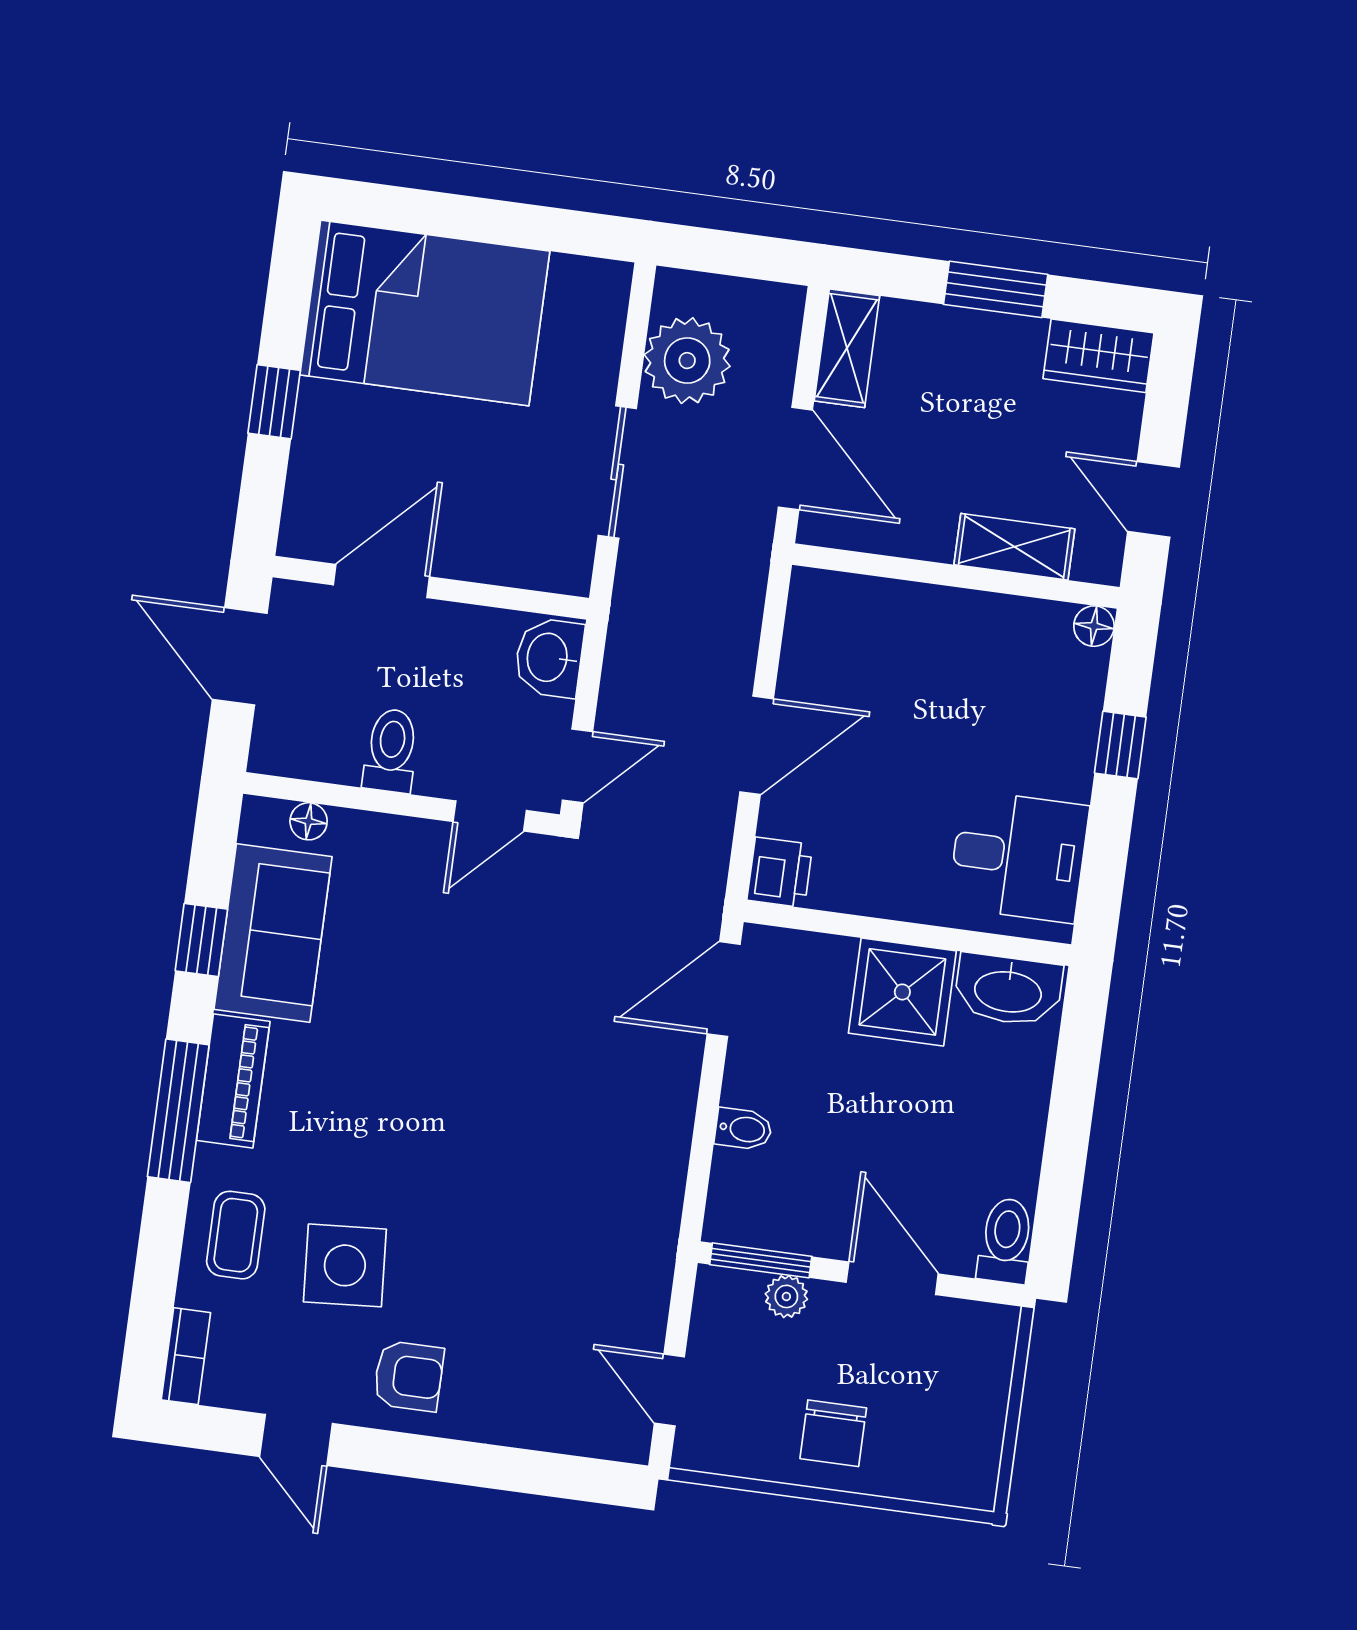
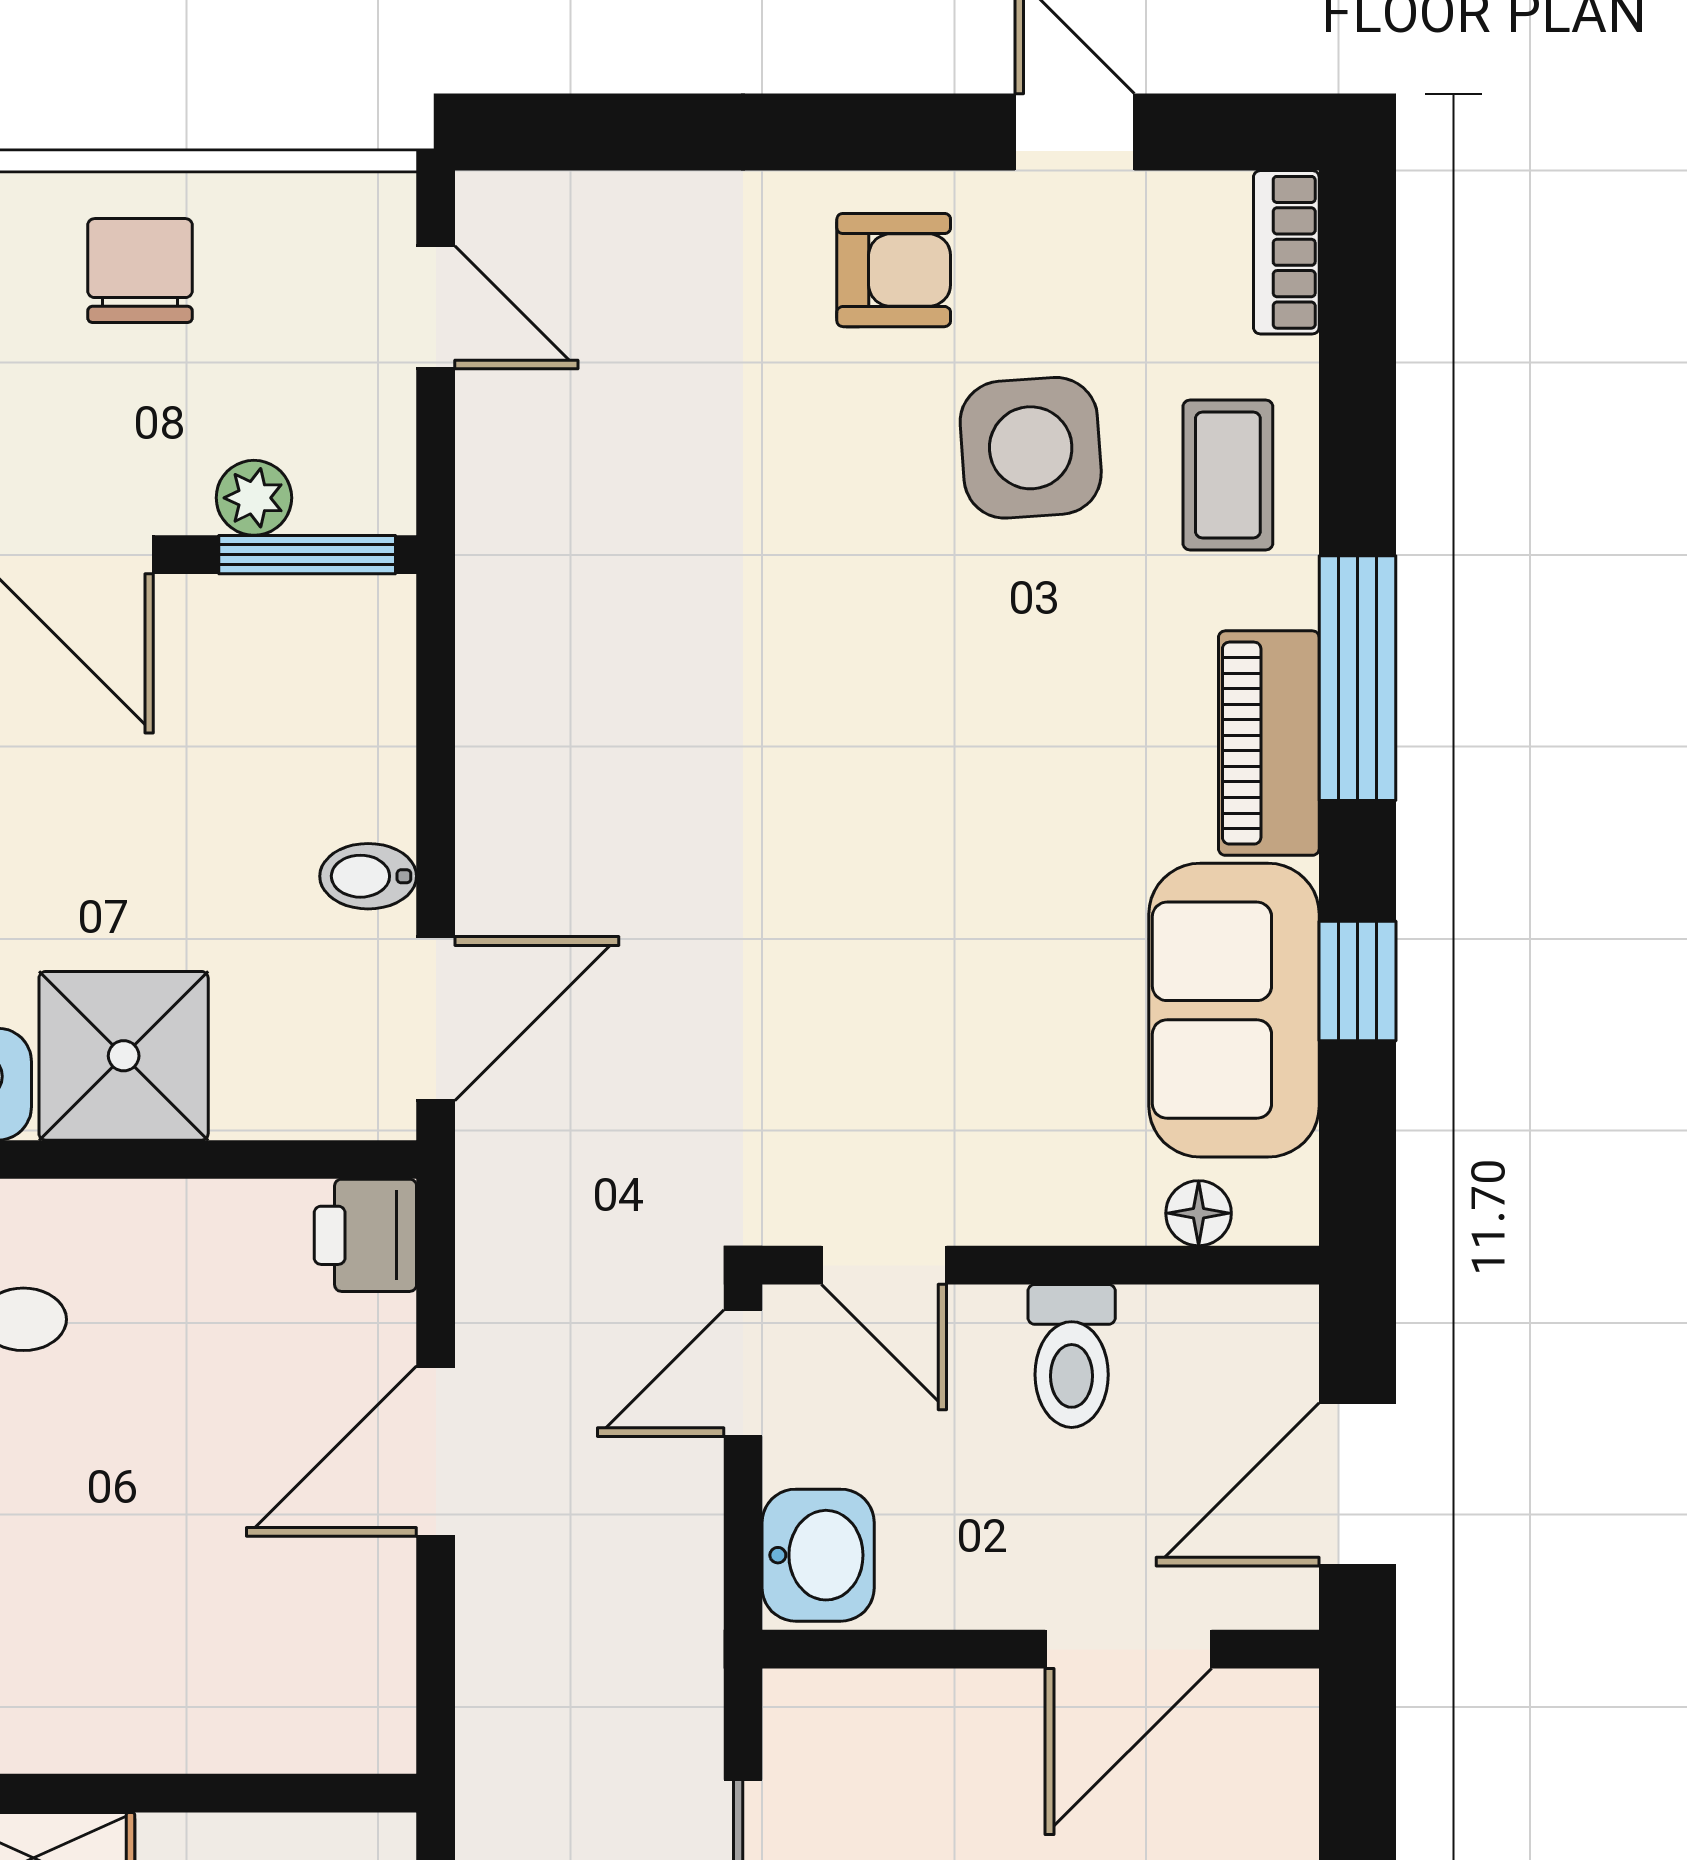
door: (240, 656) -> (1357, 1484), swing flipped
door: (490, 816) -> (884, 1265), swing flipped
bidet: (743, 1129) -> (368, 876), moved
armchair: (409, 1376) -> (894, 270), turned 180

